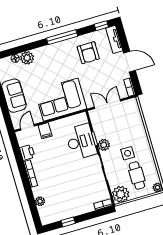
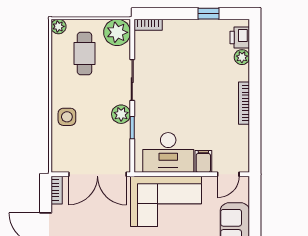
double door: (107, 104) -> (97, 174), width x1.37
desk: (81, 142) -> (168, 152), moved, turned -90
printer: (27, 152) -> (240, 37), moved
side table: (128, 153) -> (67, 117), moved

